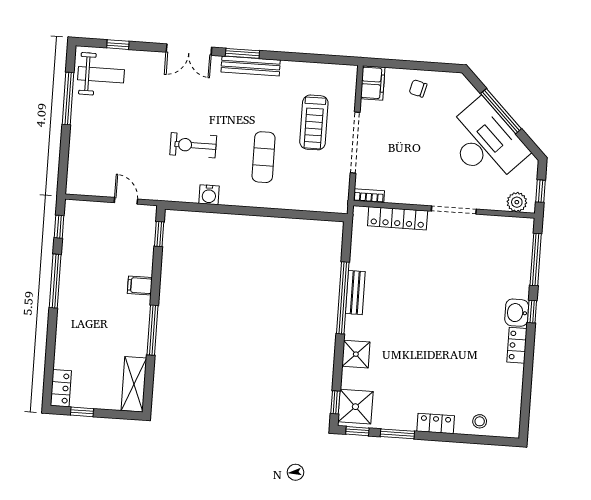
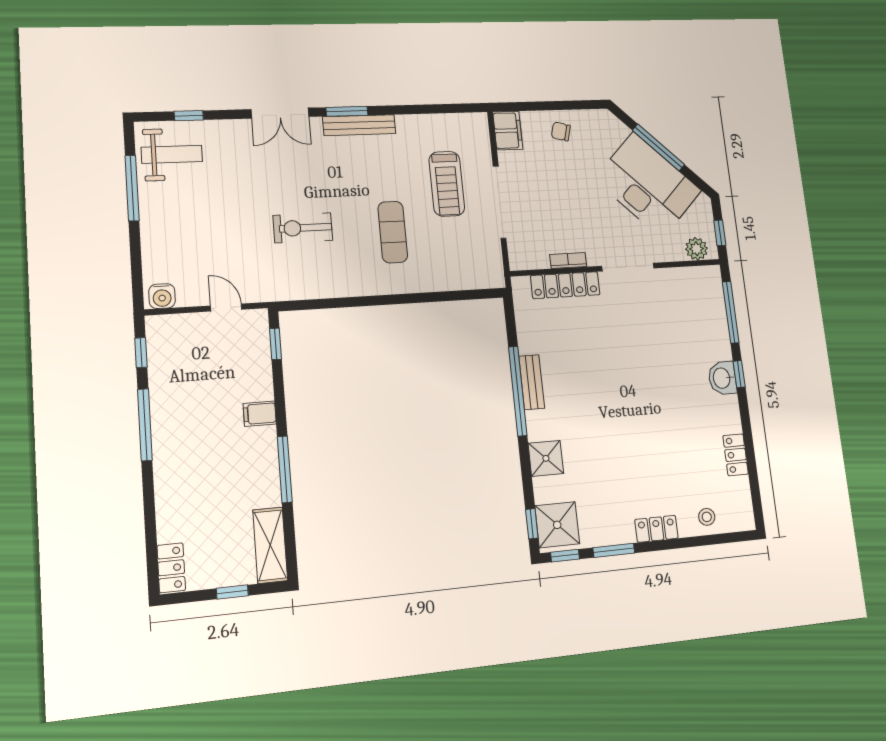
water cooler: (209, 195) -> (162, 296), moved
bookcase: (369, 196) -> (568, 260), moved
locker: (517, 345) -> (736, 455), moved
window: (82, 412) -> (232, 592), moved

